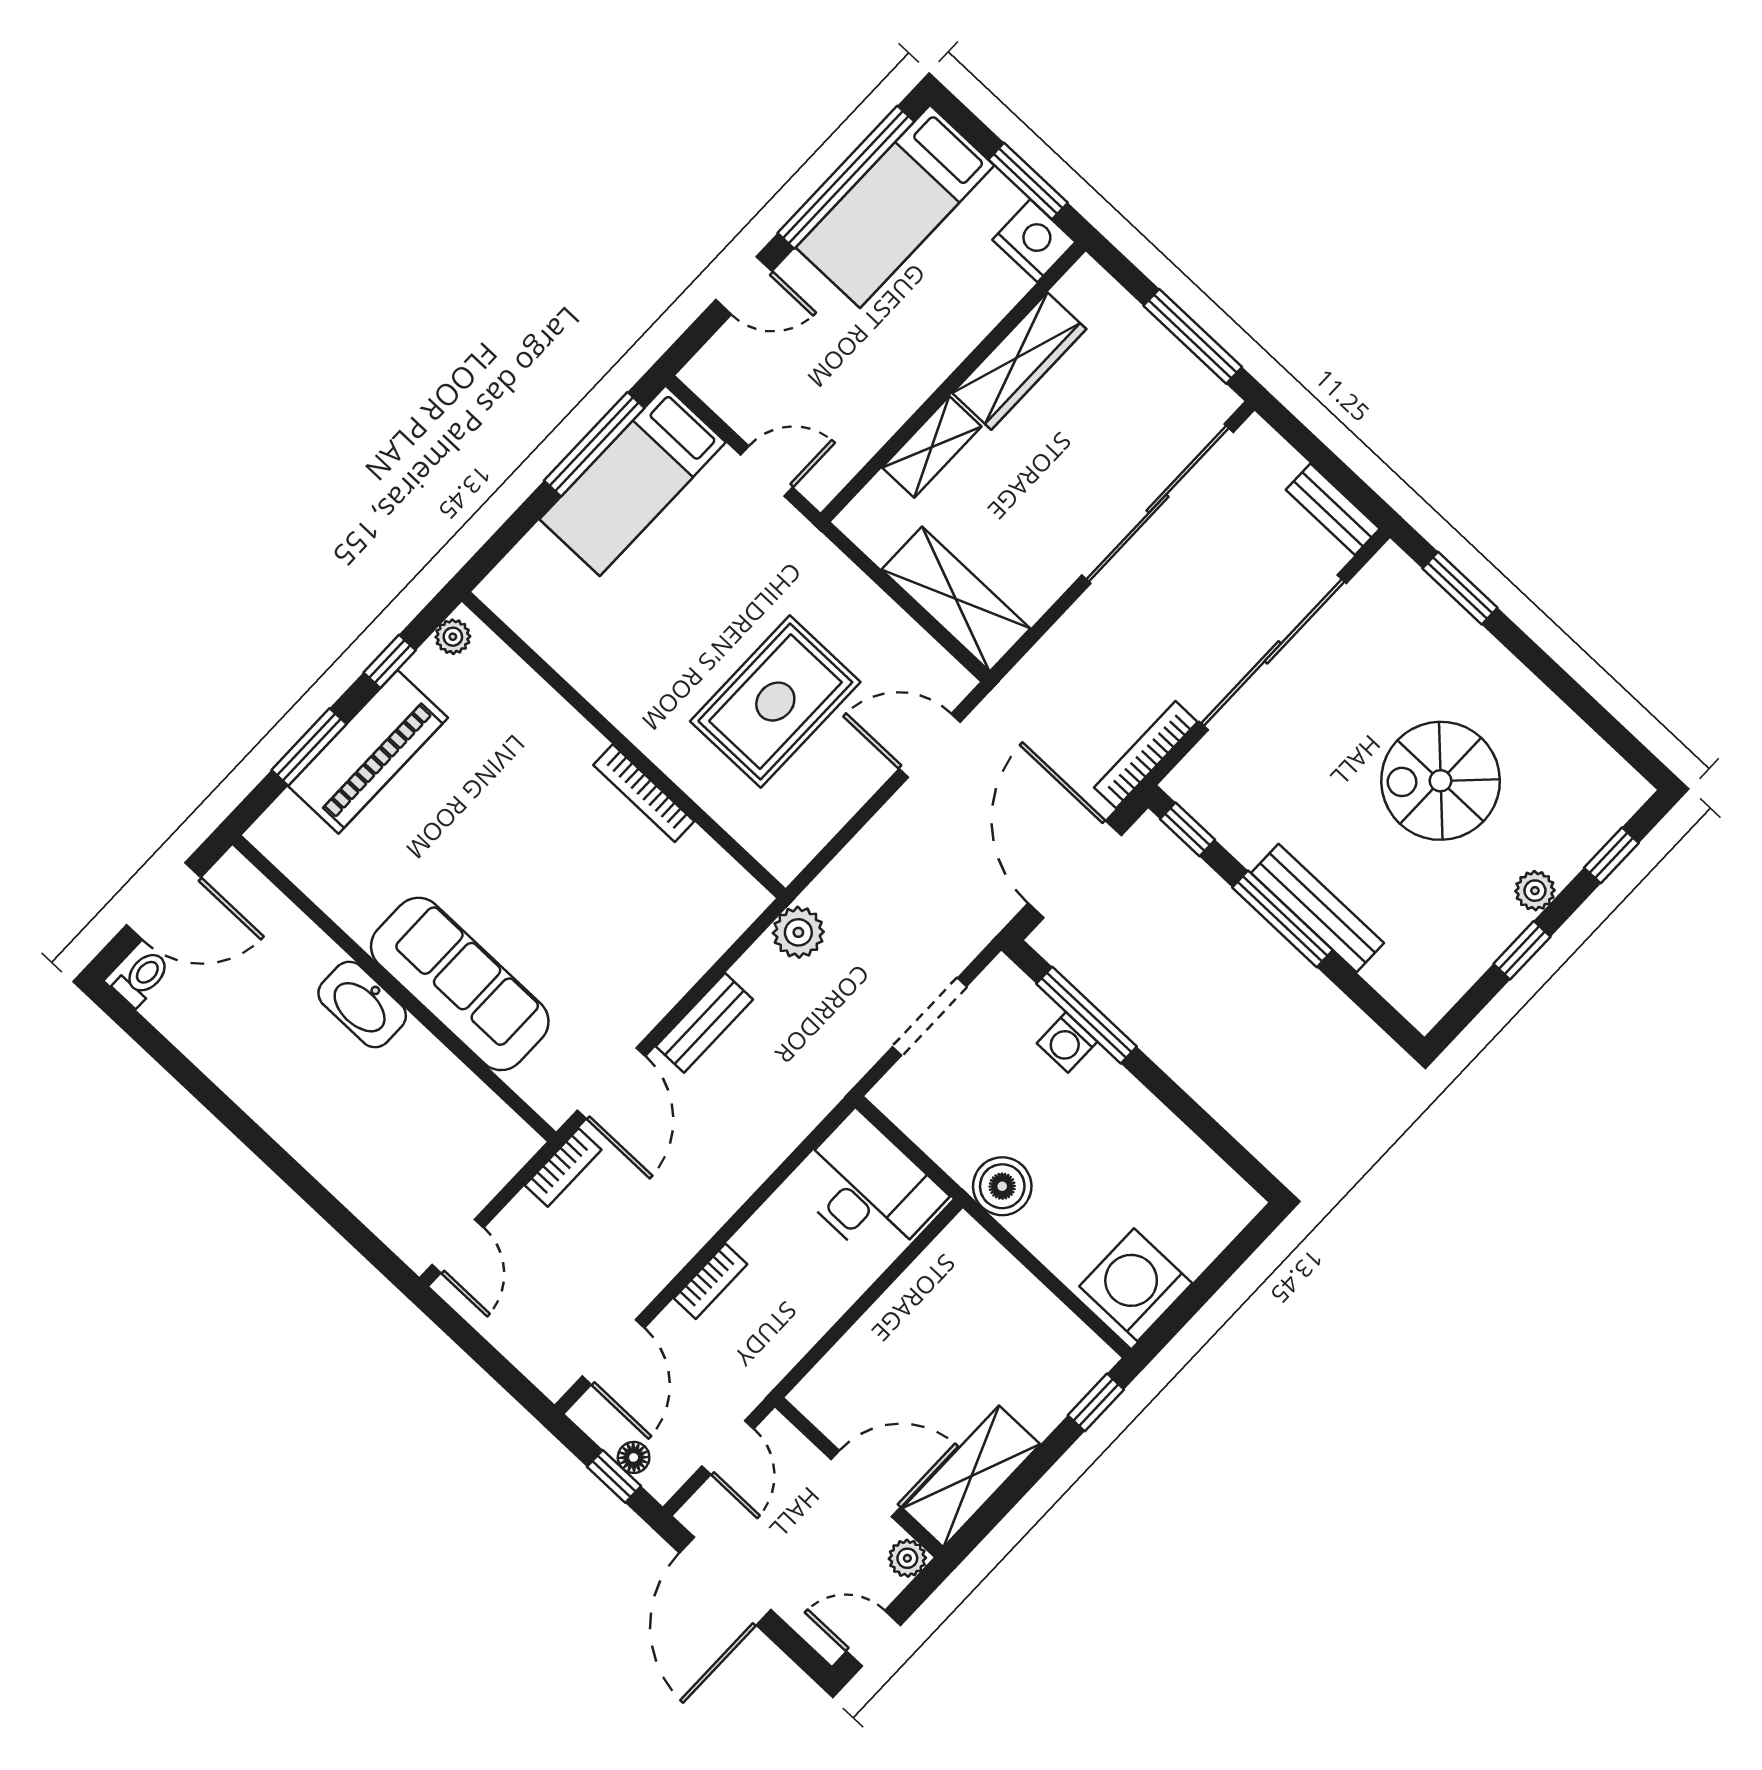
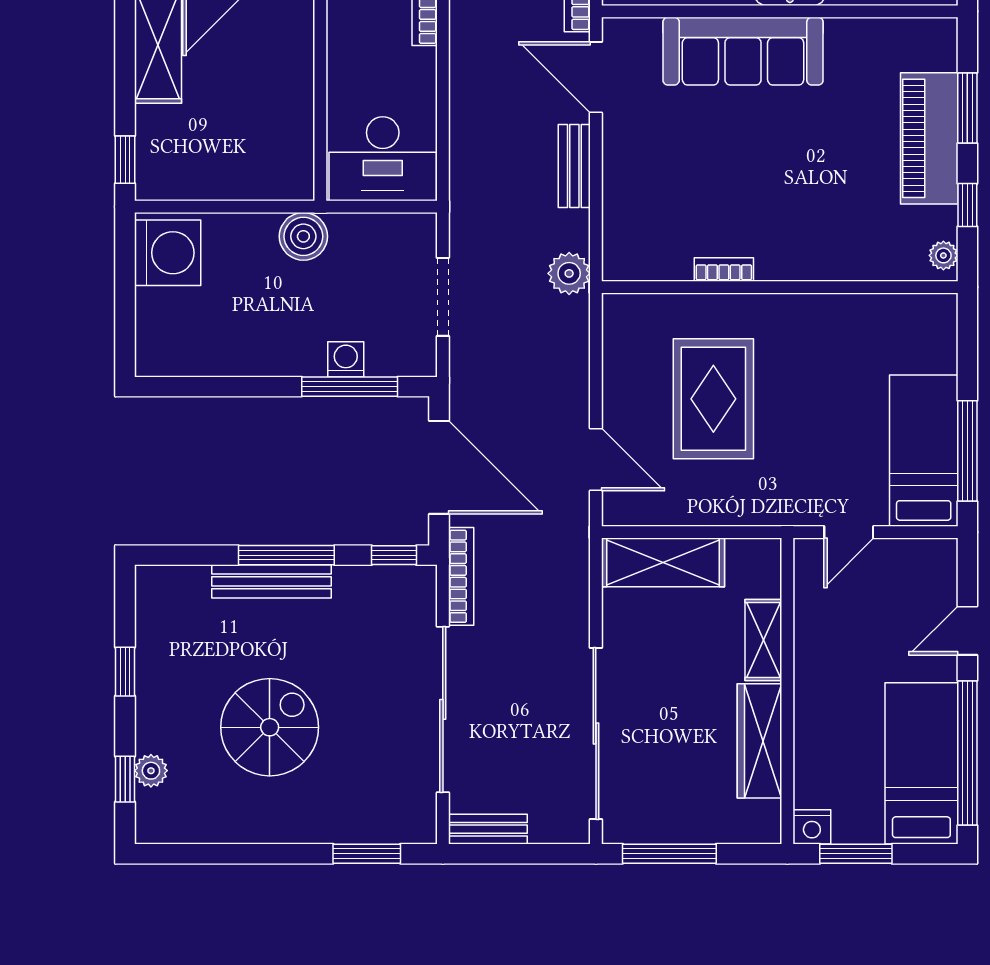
nightstand: (1034, 241) -> (812, 827), width x0.74, depth x0.75
door: (930, 746) -> (596, 460), hinge flipped
bookcase: (644, 793) -> (724, 270), width x0.64
plant: (1535, 891) -> (151, 771), moved

